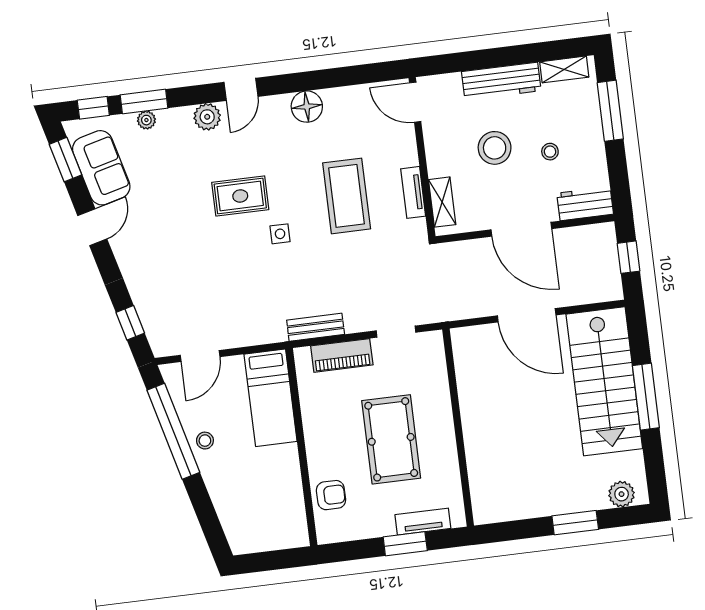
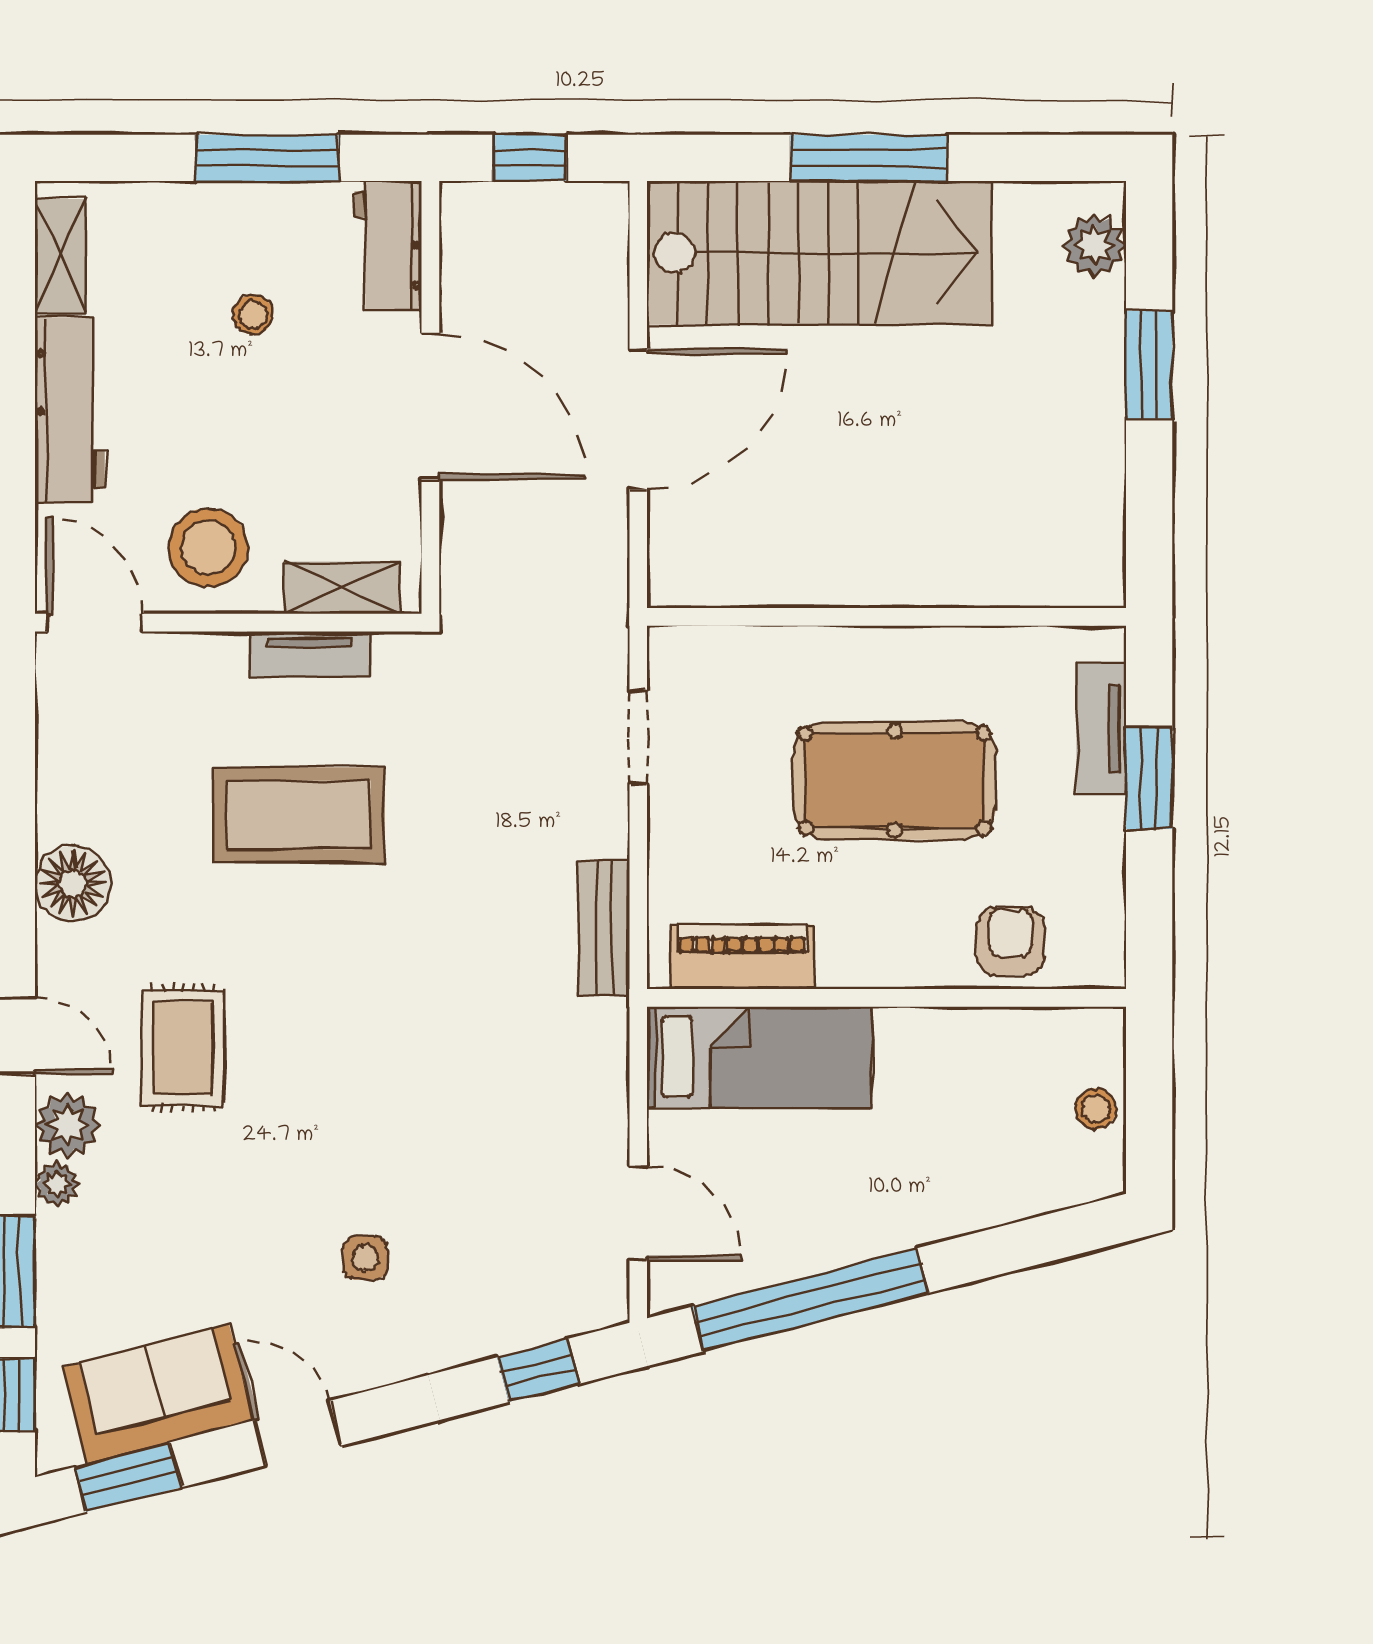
door: (415, 102) -> (95, 623), swing flipped
window: (610, 111) -> (267, 158), moved
plant: (146, 120) -> (57, 1184), moved
stool: (495, 148) -> (208, 548), moved
rug: (240, 196) -> (183, 1048), moved
door: (521, 229) -> (430, 406), hinge flipped
side table: (280, 234) -> (365, 1258), moved
piano: (342, 355) -> (742, 957), moved, turned -90
stool: (205, 441) -> (1096, 1109), moved

